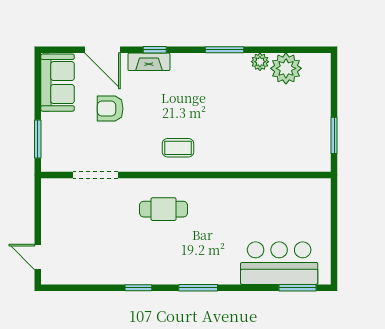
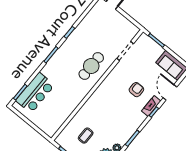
door: (103, 50) -> (170, 92), hinge flipped
armchair: (110, 109) -> (136, 90), moved
coffee table: (178, 148) -> (86, 136), moved
cafe table: (164, 209) -> (91, 66), width x1.37, depth x1.35

